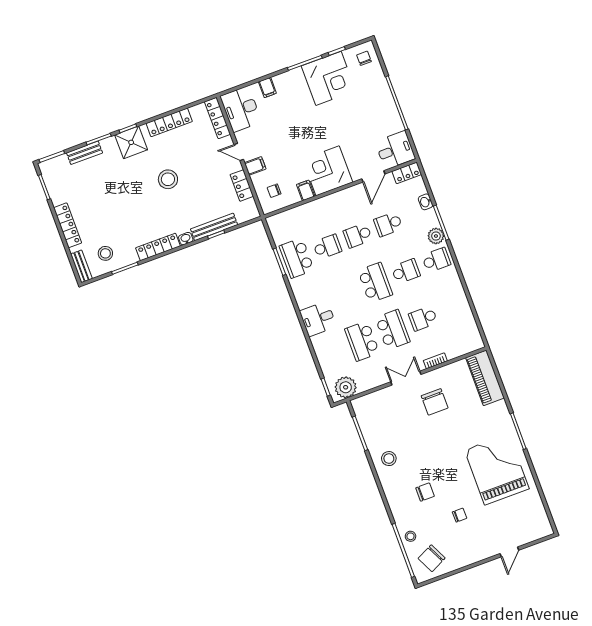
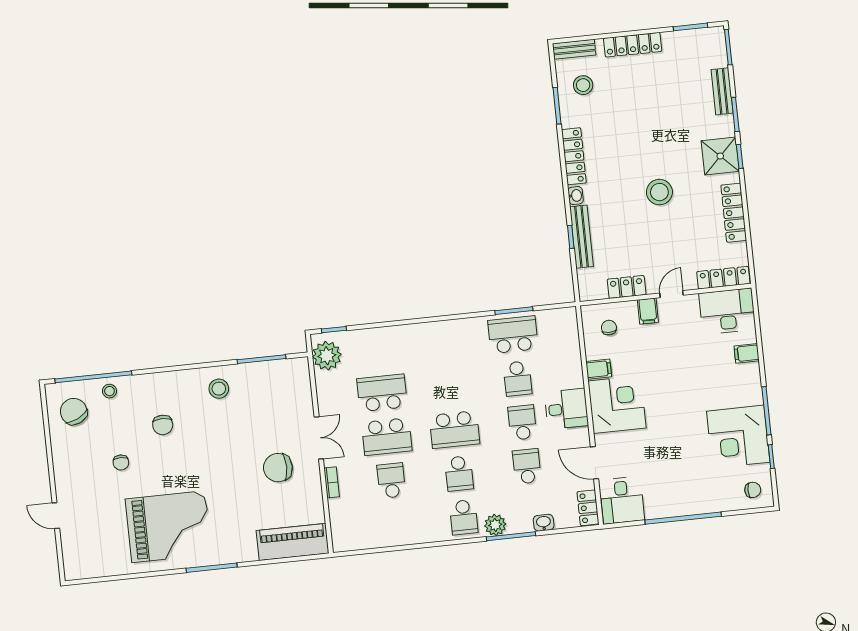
desk: (318, 319) -> (566, 409), moved, turned 90

